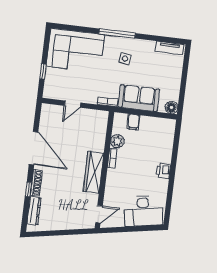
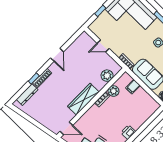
plant: (99, 131) -> (107, 76), added
door: (34, 148) -> (57, 55), width x0.53

